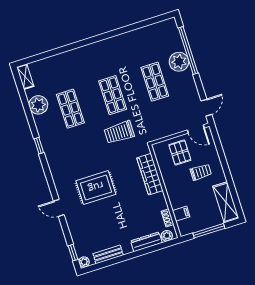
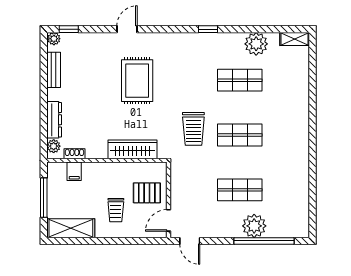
trolley: (119, 132) -> (193, 129), turned 180

